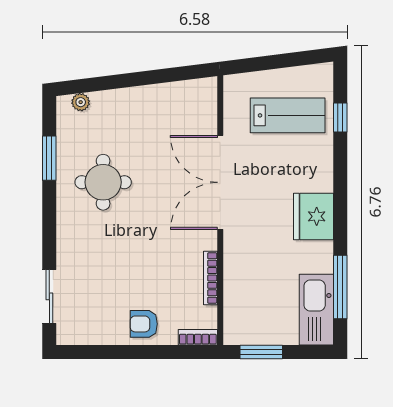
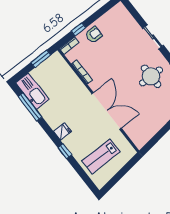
window: (340, 118) -> (65, 151), moved
fridge: (313, 216) -> (62, 131), width x0.53, depth x0.75
sliding door: (49, 296) -> (153, 37), moved
window: (162, 352) -> (78, 29), added

